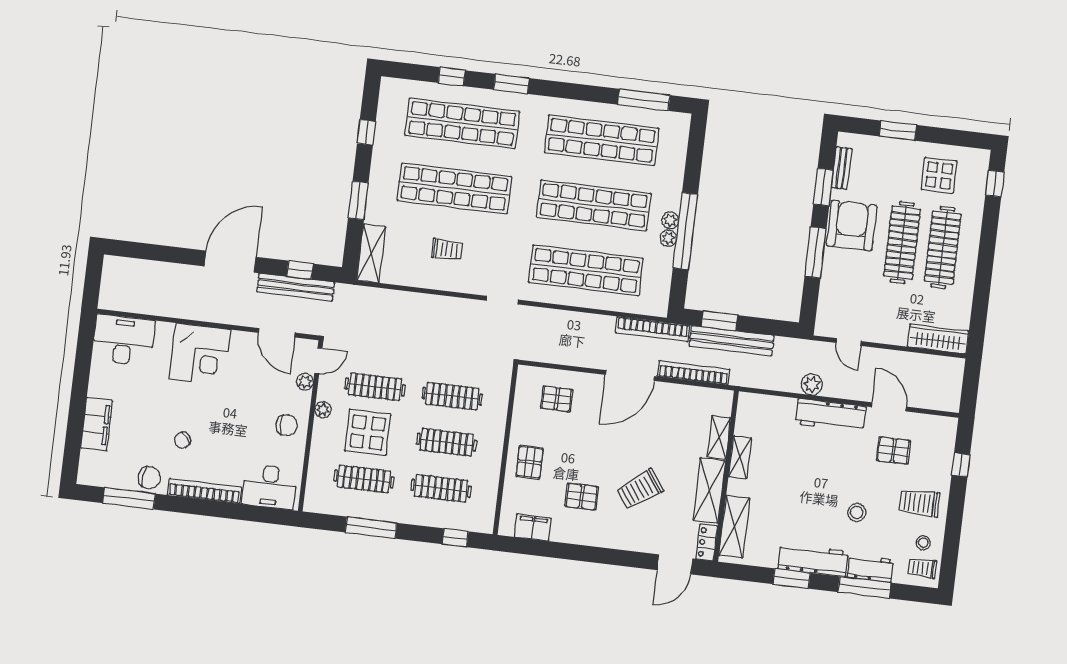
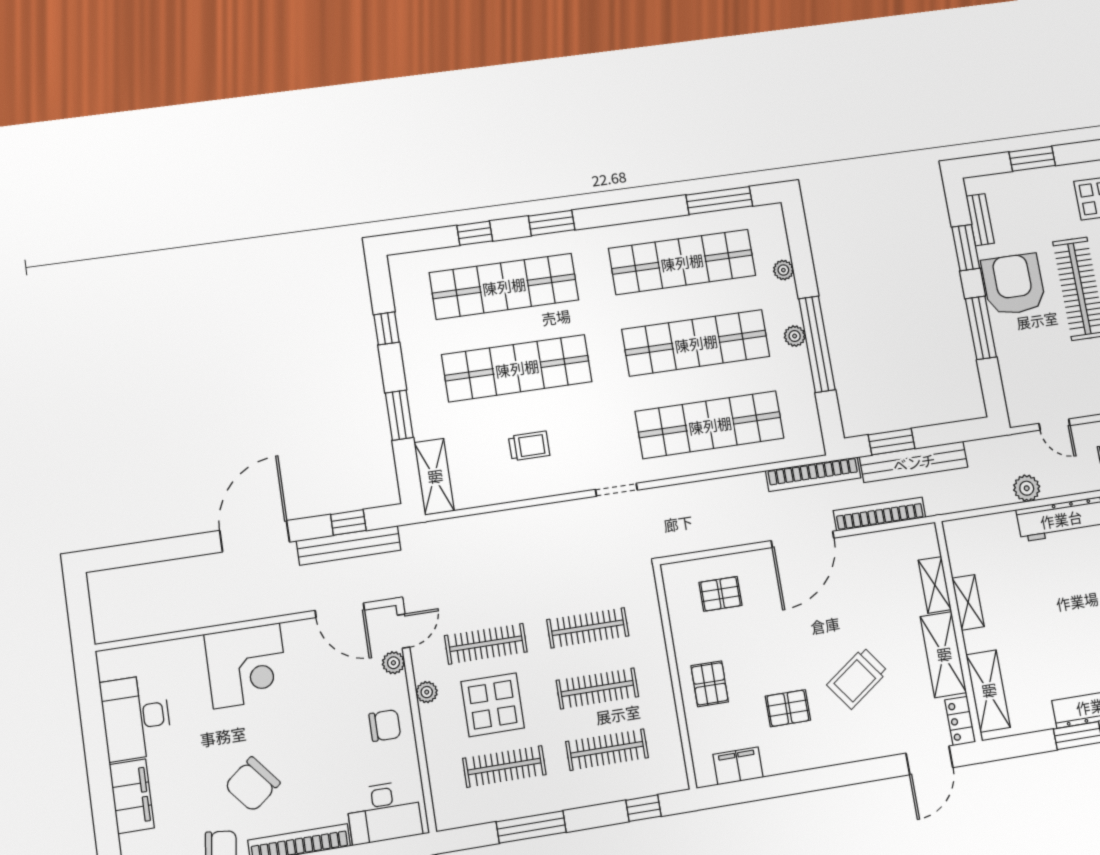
plant: (668, 238) -> (783, 270), moved
desk: (123, 340) -> (136, 717), moved, turned -90
chair: (182, 440) -> (252, 784), width x1.87, depth x1.87

